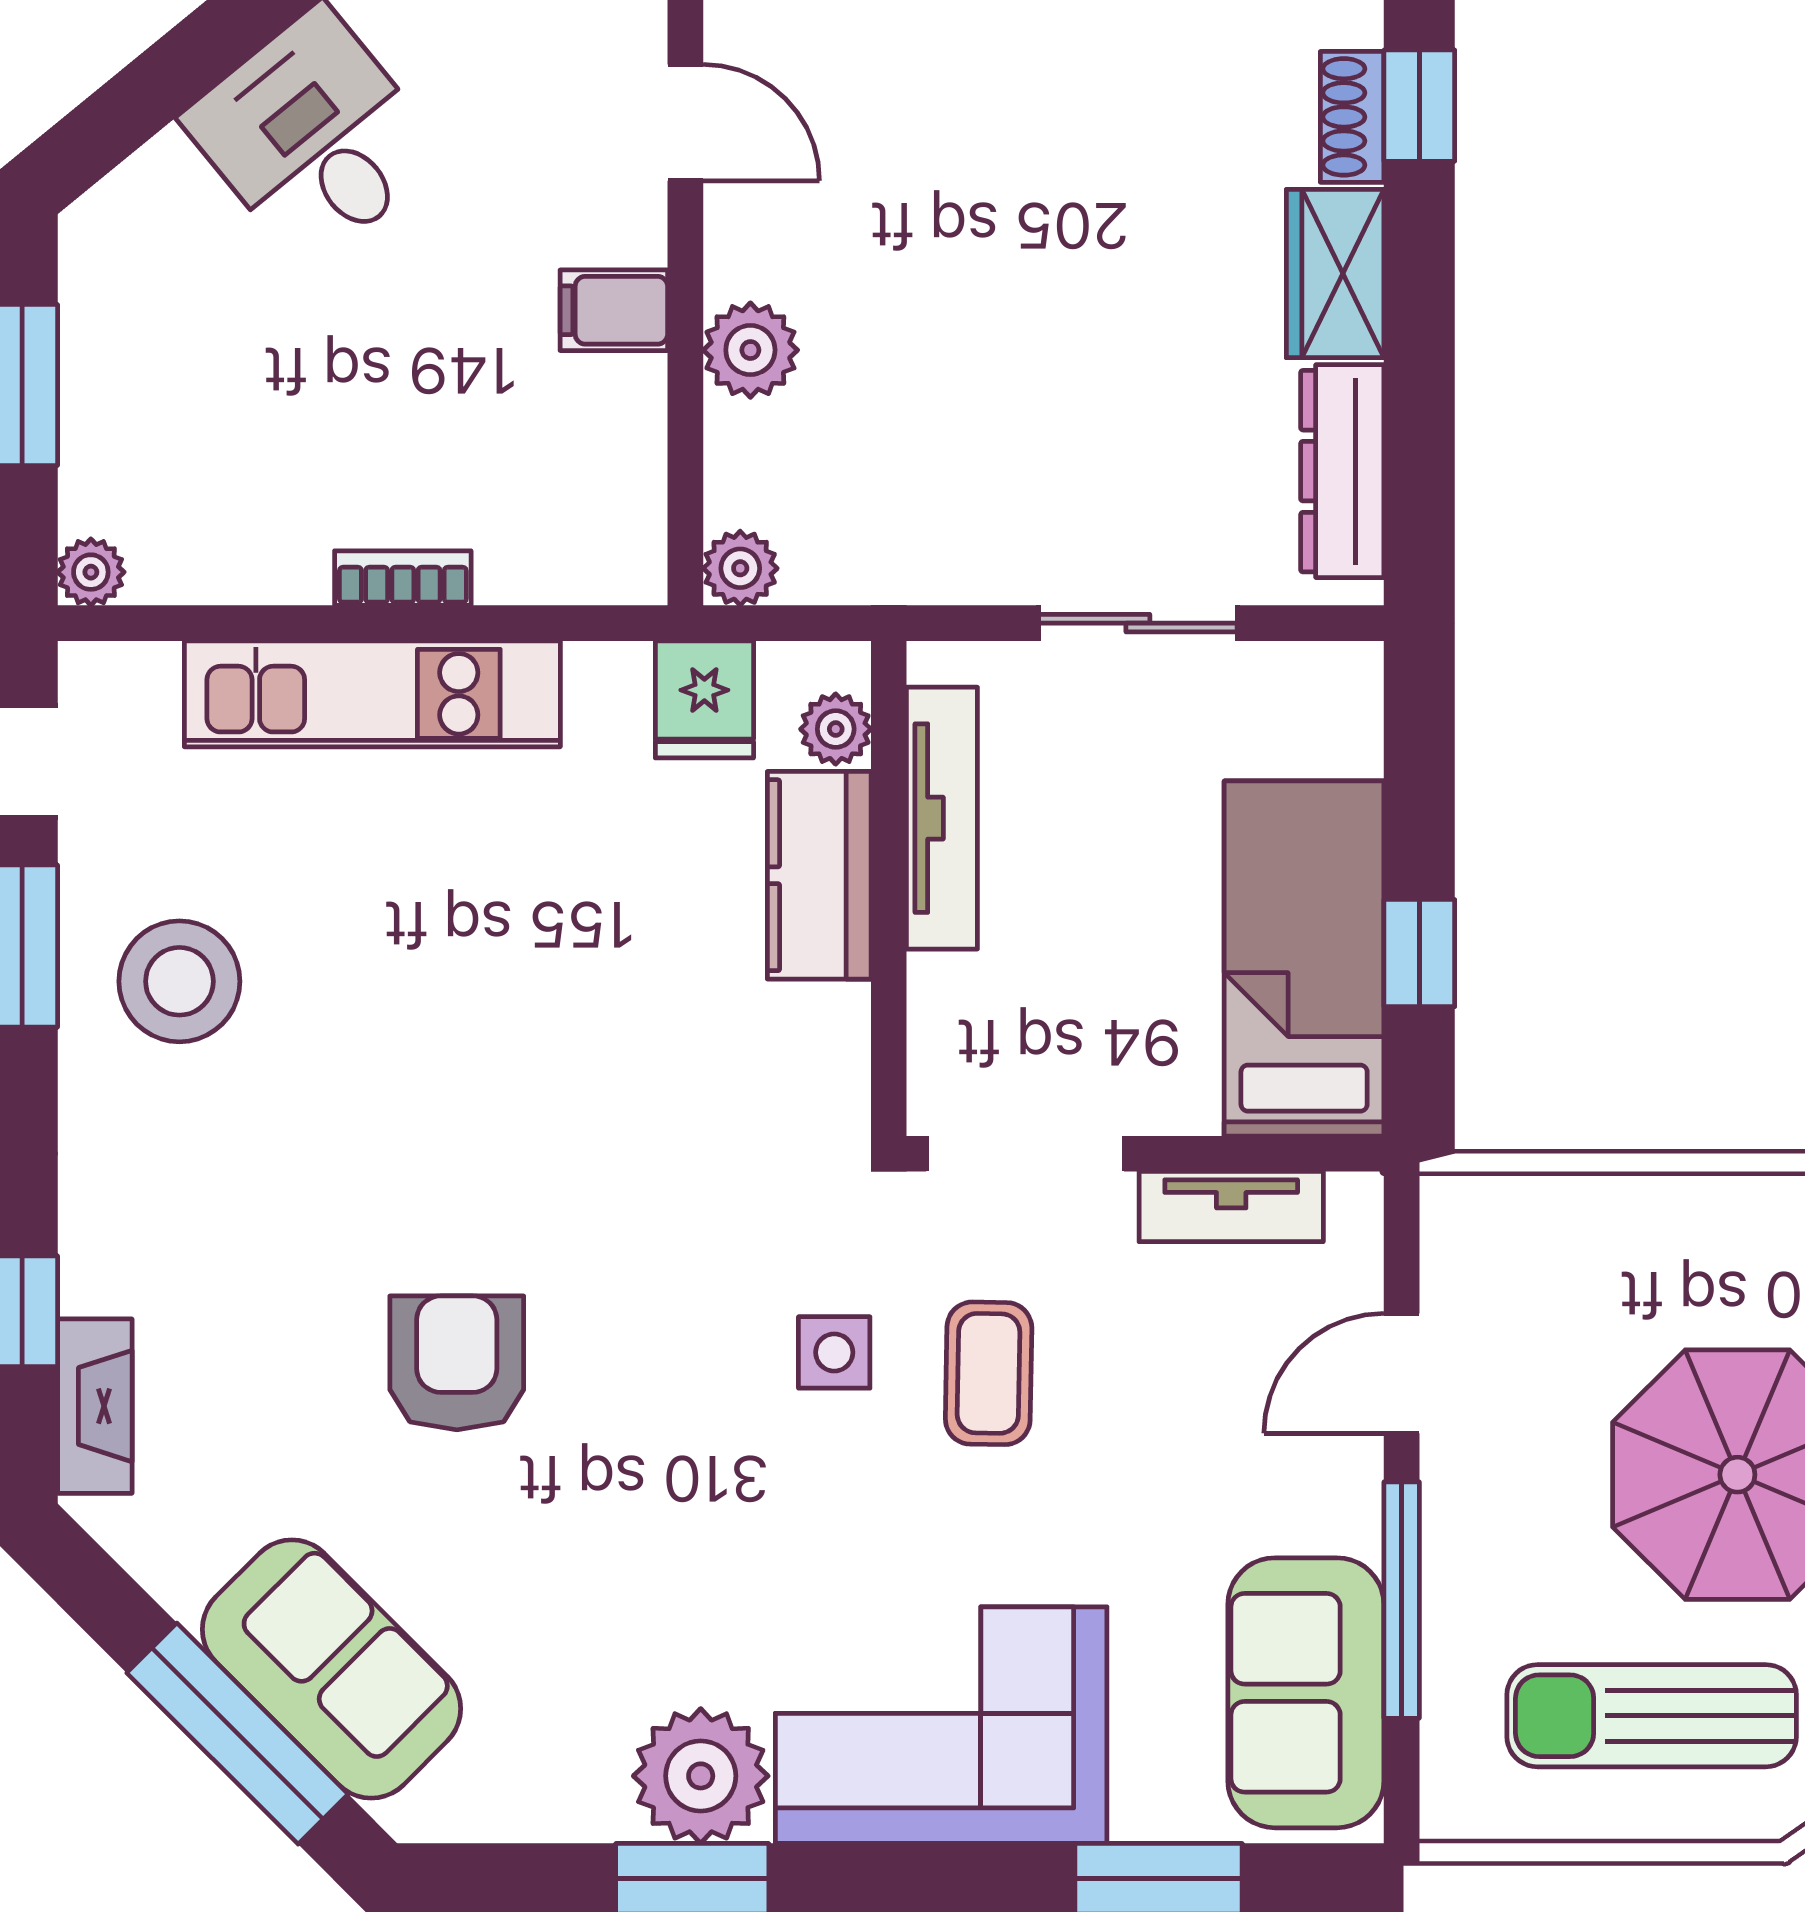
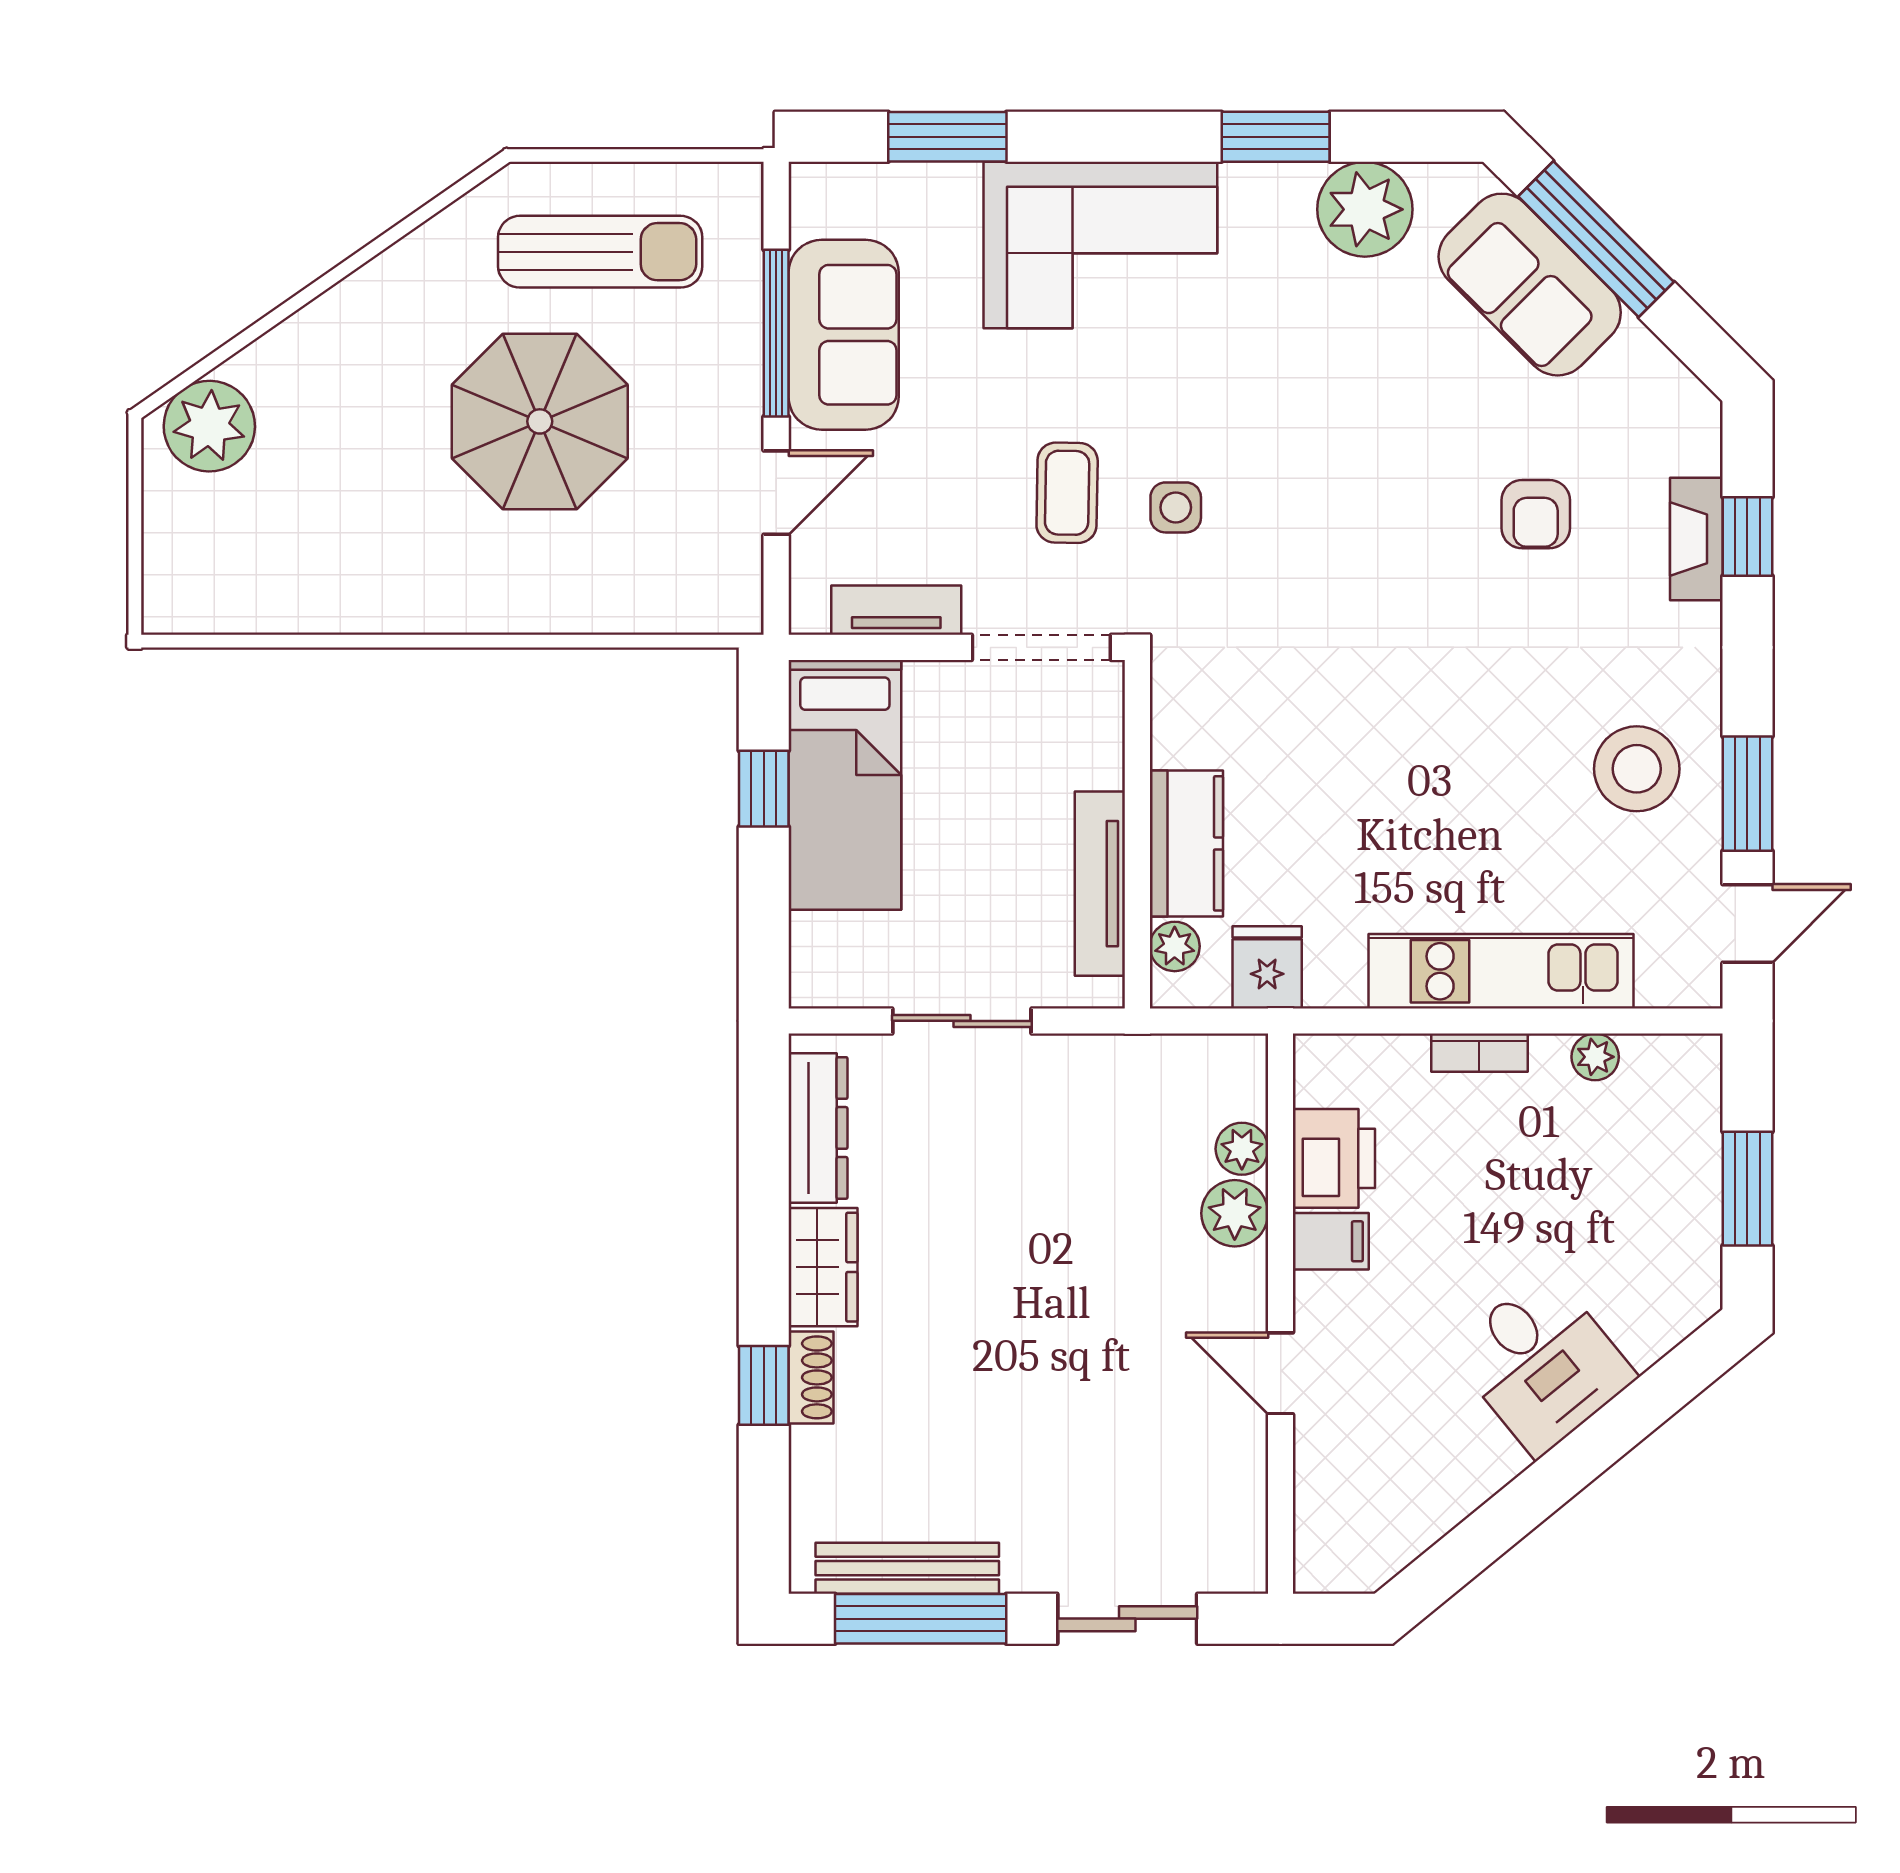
printer: (610, 428) -> (1334, 1158), added
plant: (740, 568) -> (1242, 1149), moved
plant: (91, 572) -> (1595, 1057), moved
armchair: (457, 1363) -> (1536, 514), moved, width x0.72, depth x0.72
fireplace: (95, 1406) -> (1696, 539), moved
sofa: (1306, 1693) -> (844, 335), moved
plant: (701, 1776) -> (1365, 209), moved

